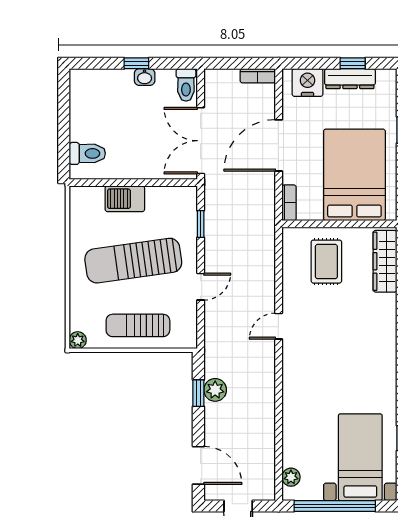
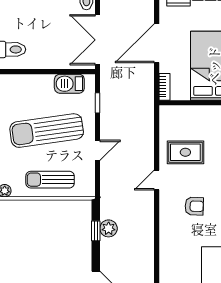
barbecue: (125, 199) -> (69, 84), moved
rug: (326, 262) -> (185, 152), moved, turned 90
armchair: (328, 360) -> (194, 206), added

